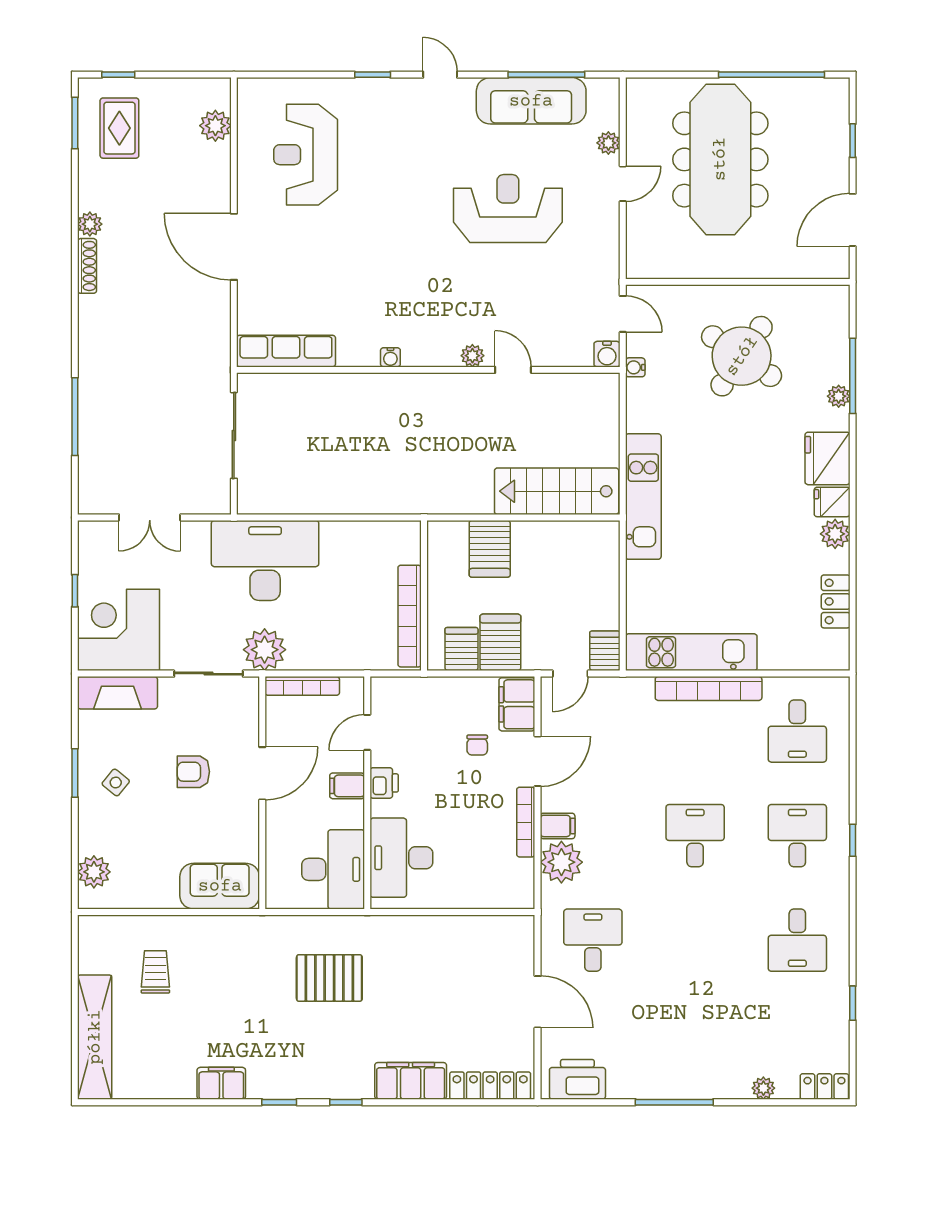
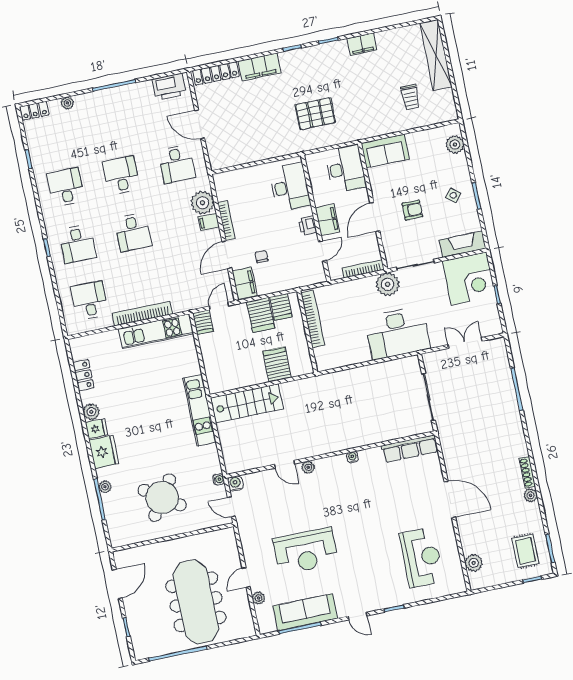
filing cabinet: (347, 786) -> (327, 220), width x2.00
desk: (333, 869) -> (345, 169), moved, turned 180
desk: (695, 940) -> (121, 176), added

